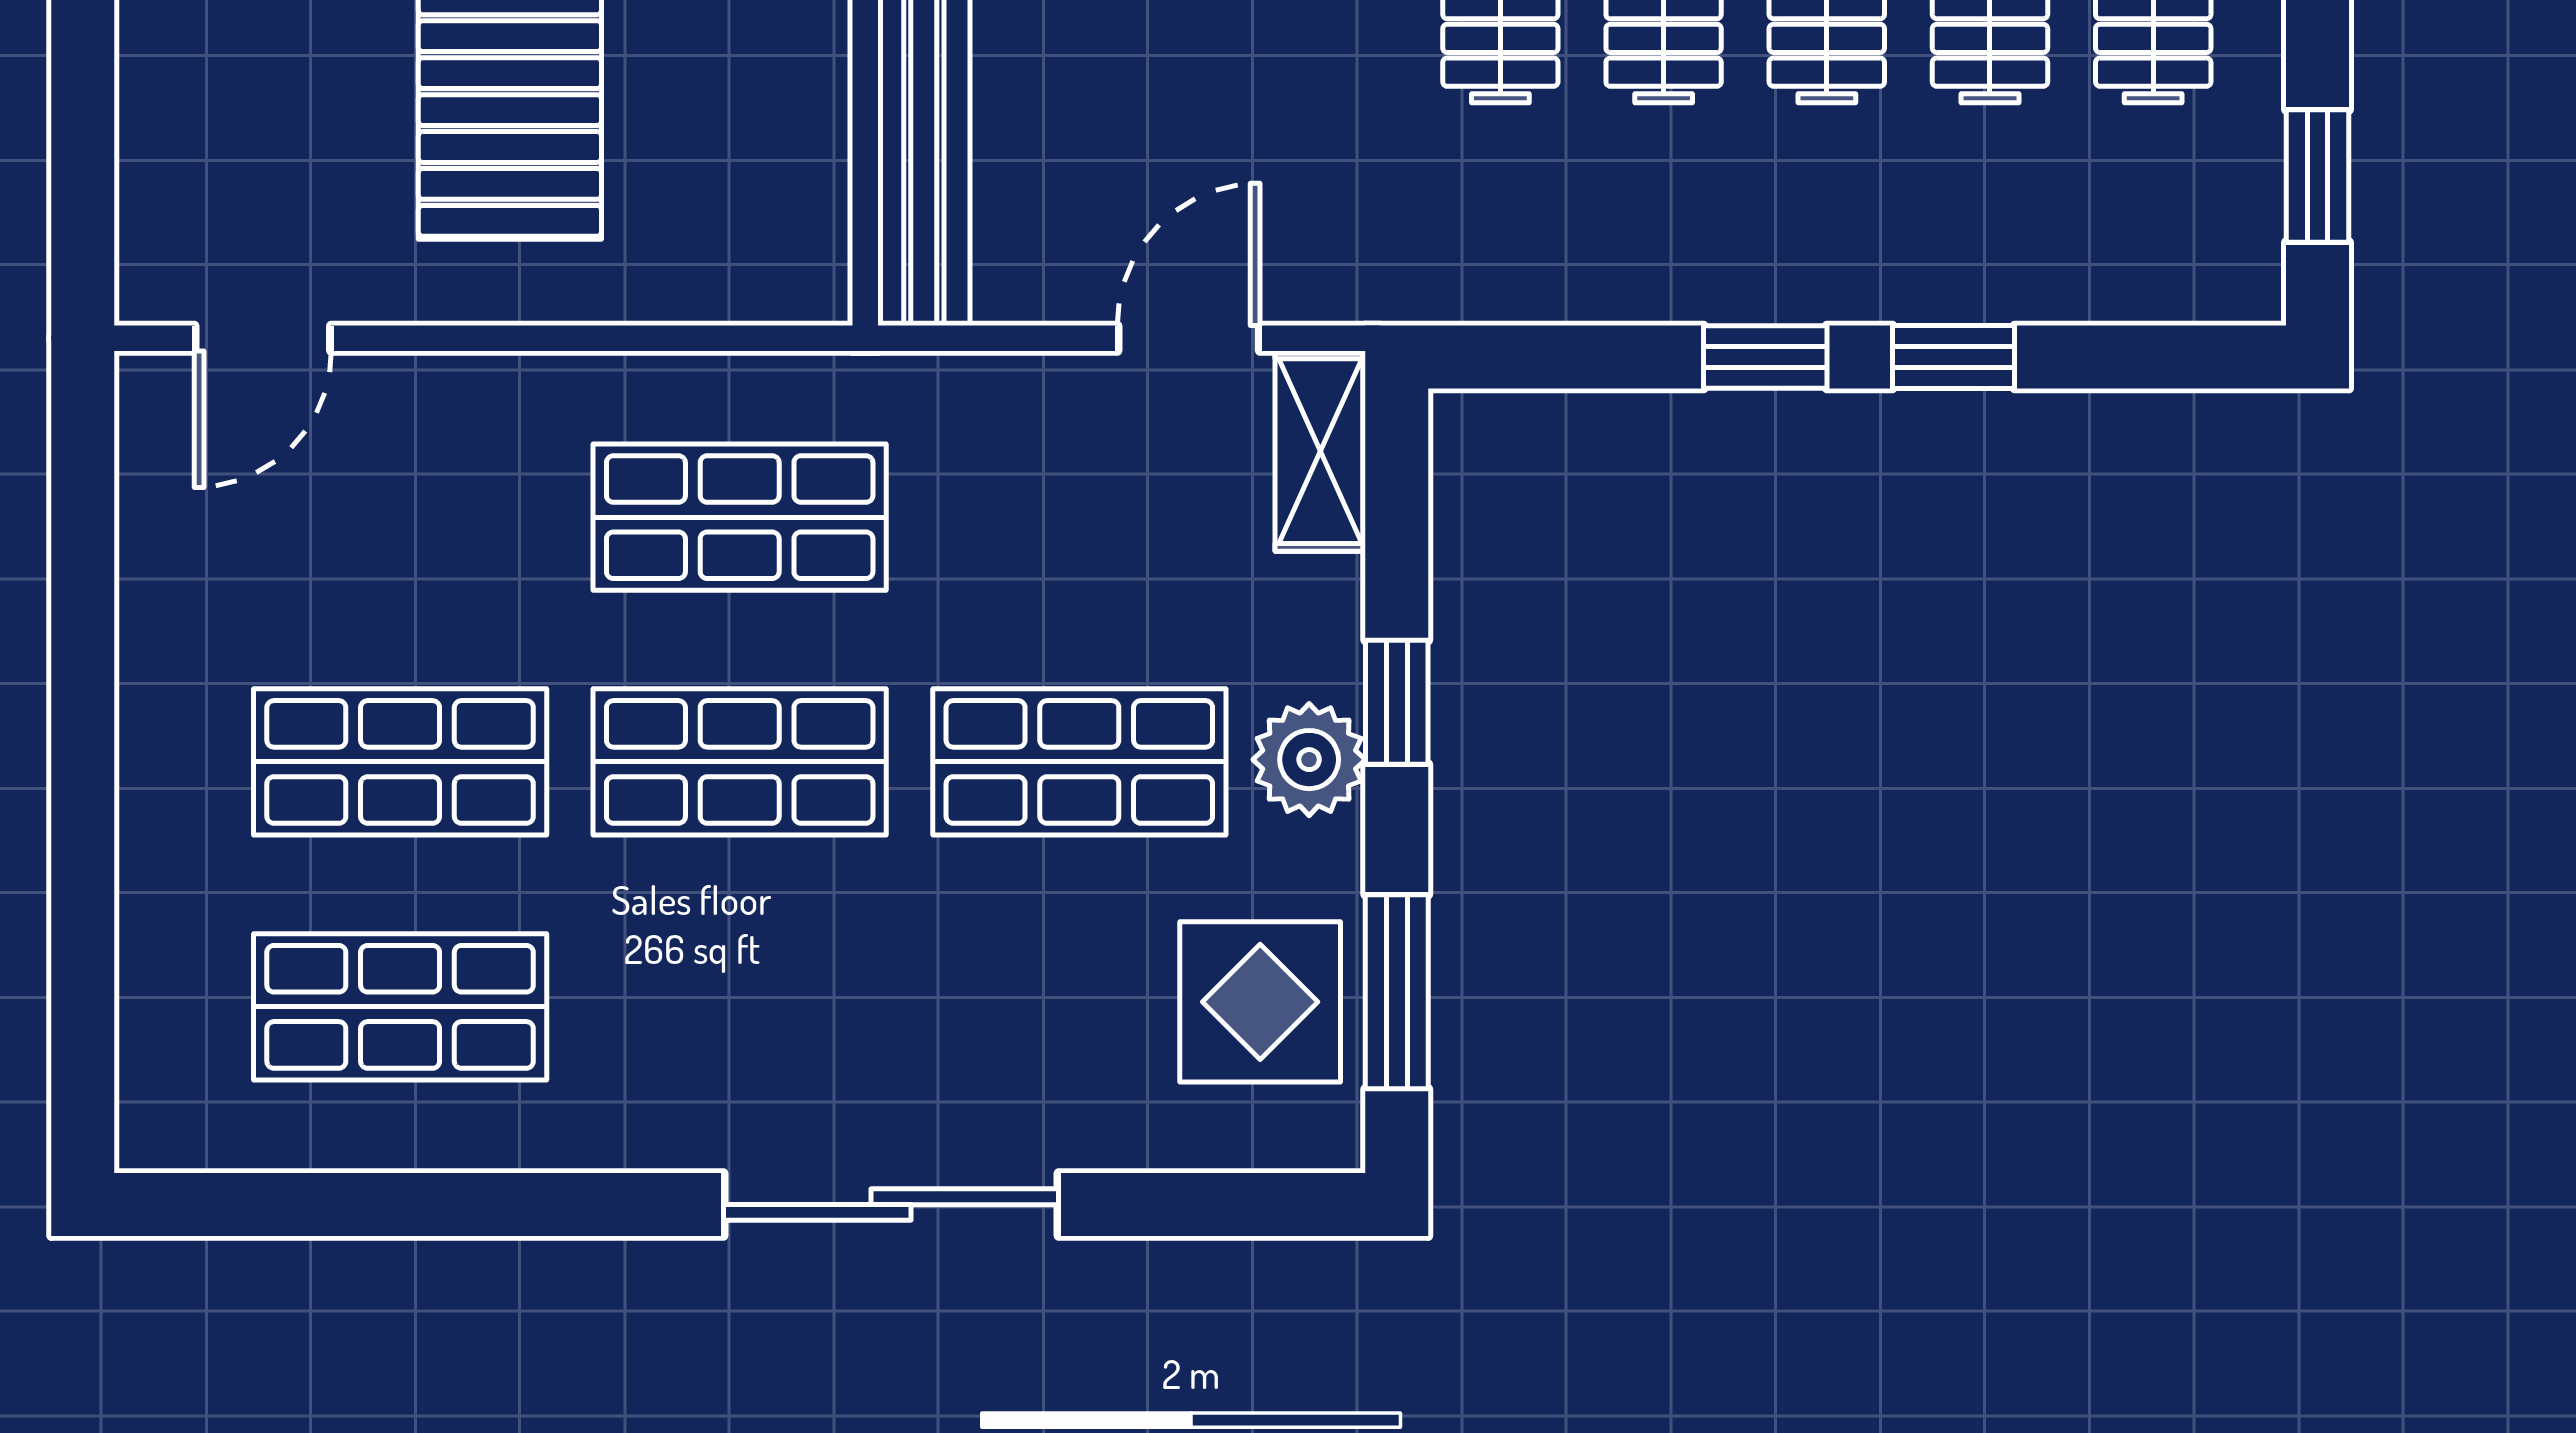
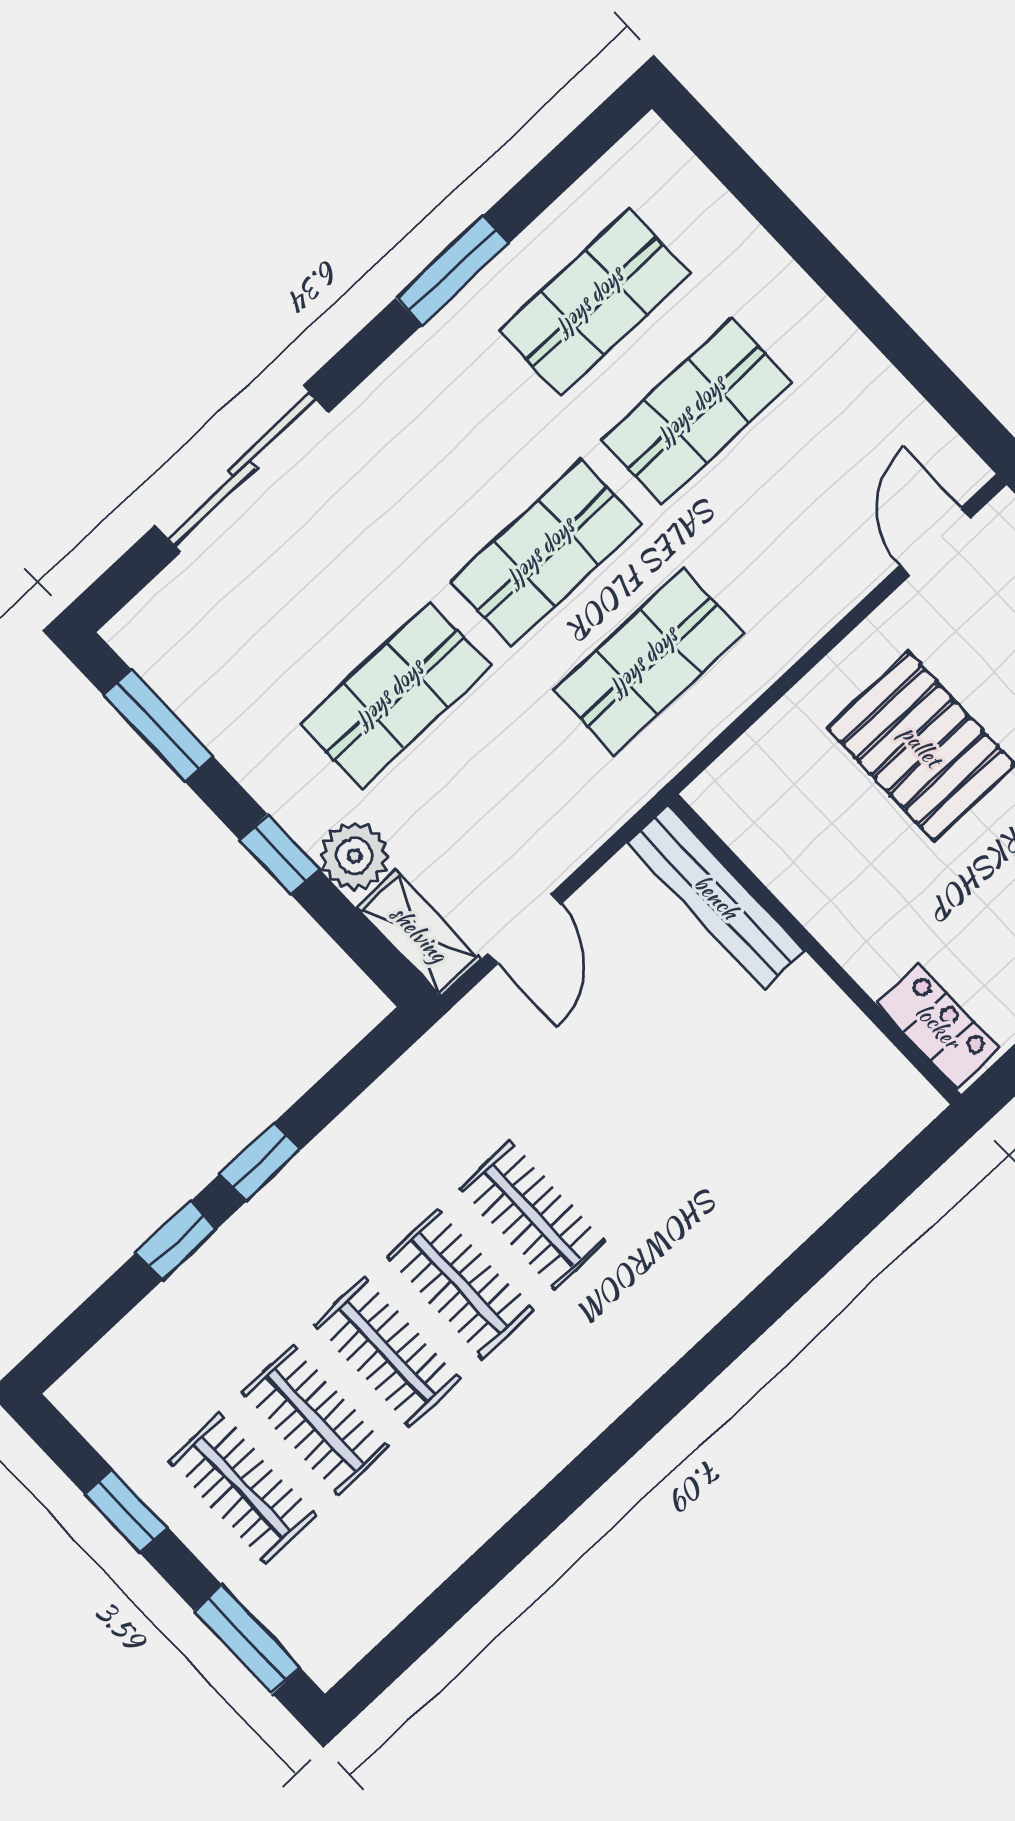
window: (2317, 176) -> (127, 1511), moved
plant: (1309, 760) -> (354, 856), moved
display table: (1260, 1002) -> (215, 664), removed
window: (534, 1205) -> (452, 271), added
sliding door: (891, 1205) -> (241, 469), moved

